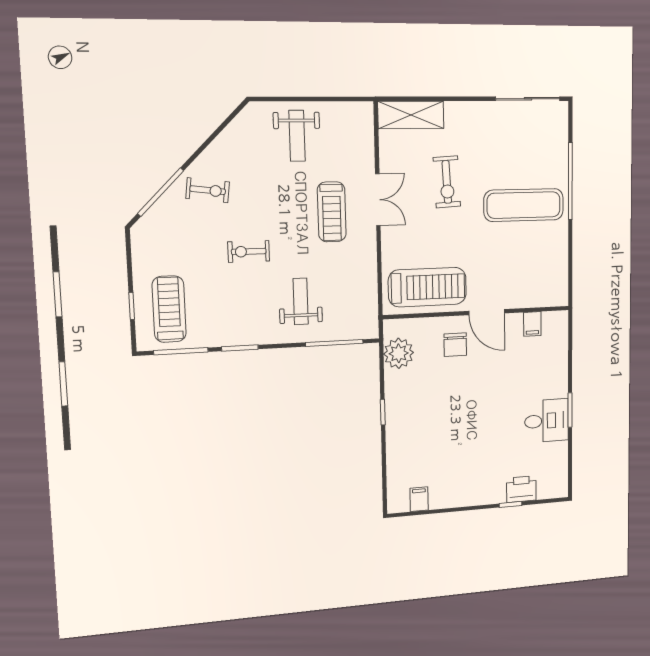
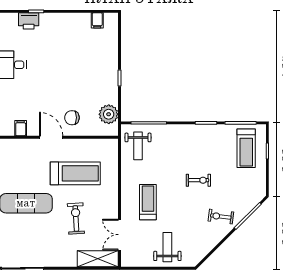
double door: (378, 200) -> (119, 235), moved
treadmill: (427, 287) -> (75, 173), moved, turned 180
weight bench: (301, 301) -> (138, 146), moved
chair: (455, 345) -> (72, 118), turned -90

